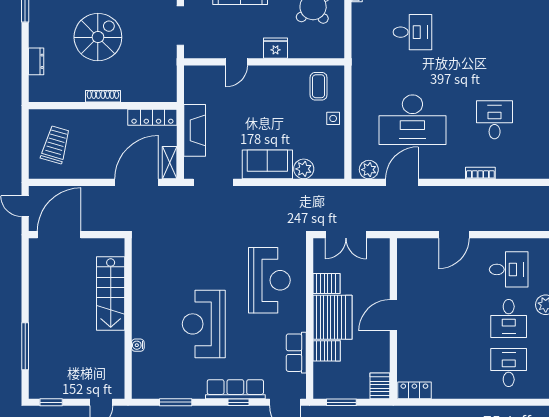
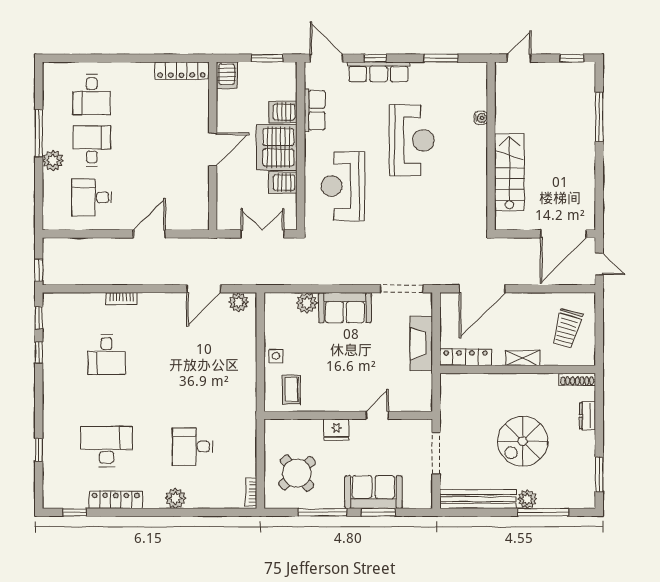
shoe rack: (103, 96) -> (577, 379), moved
desk: (412, 120) -> (107, 446), moved, width x0.73, depth x0.77
shelving: (170, 163) -> (523, 358), moved, turned 90
locker: (414, 390) -> (181, 71), width x1.53

